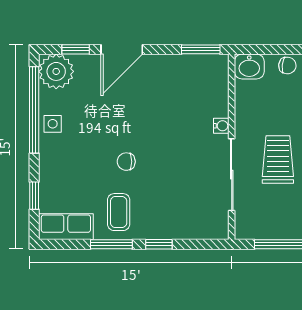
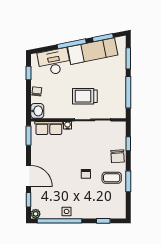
plant: (56, 71) -> (36, 214), width x0.53, depth x0.53
chair: (161, 224) -> (118, 156), added
row of seats: (66, 227) -> (49, 128), moved, turned -90
window: (159, 244) -> (128, 144), moved

